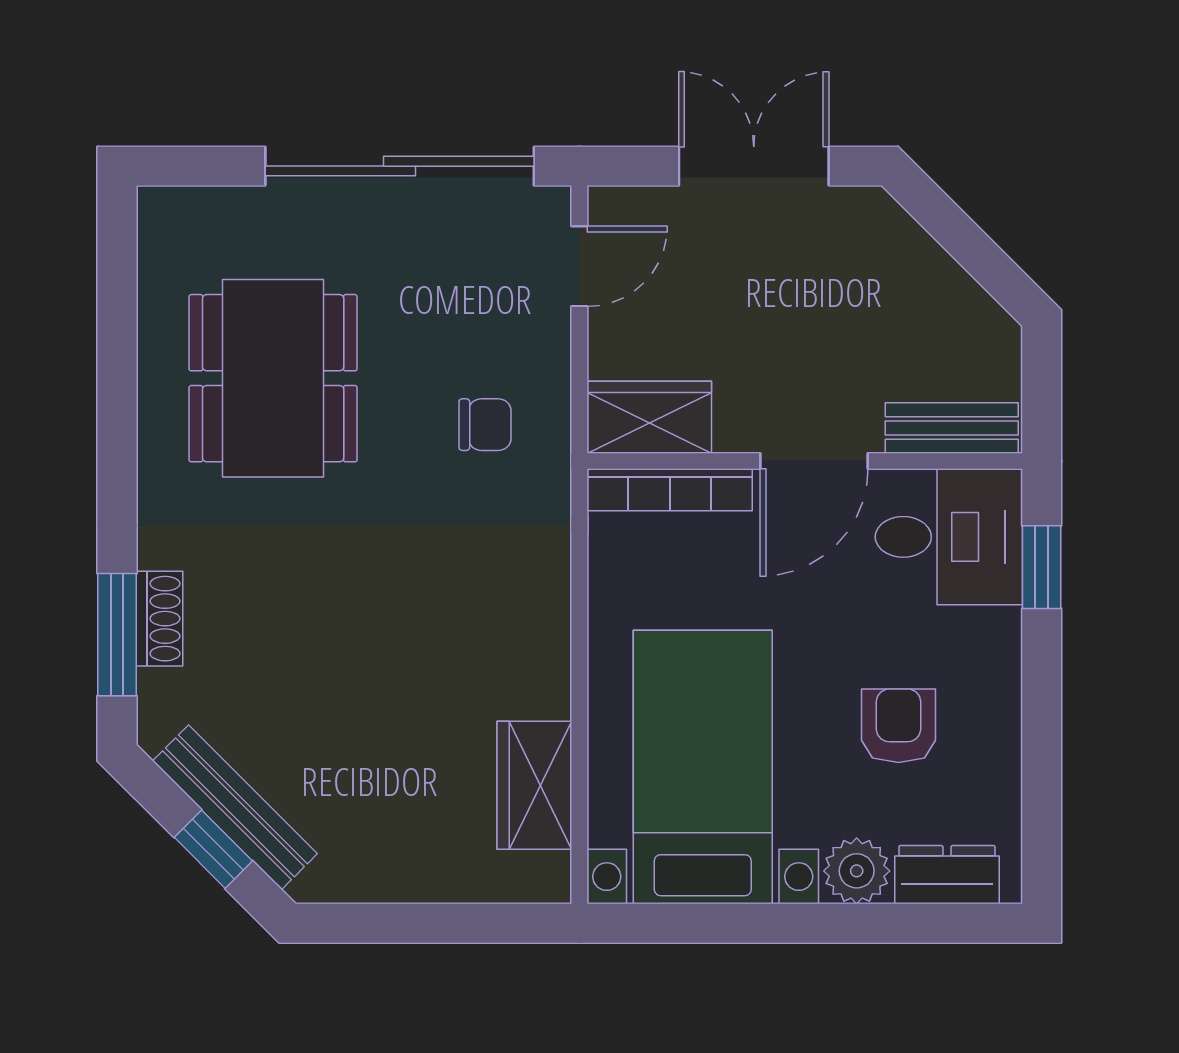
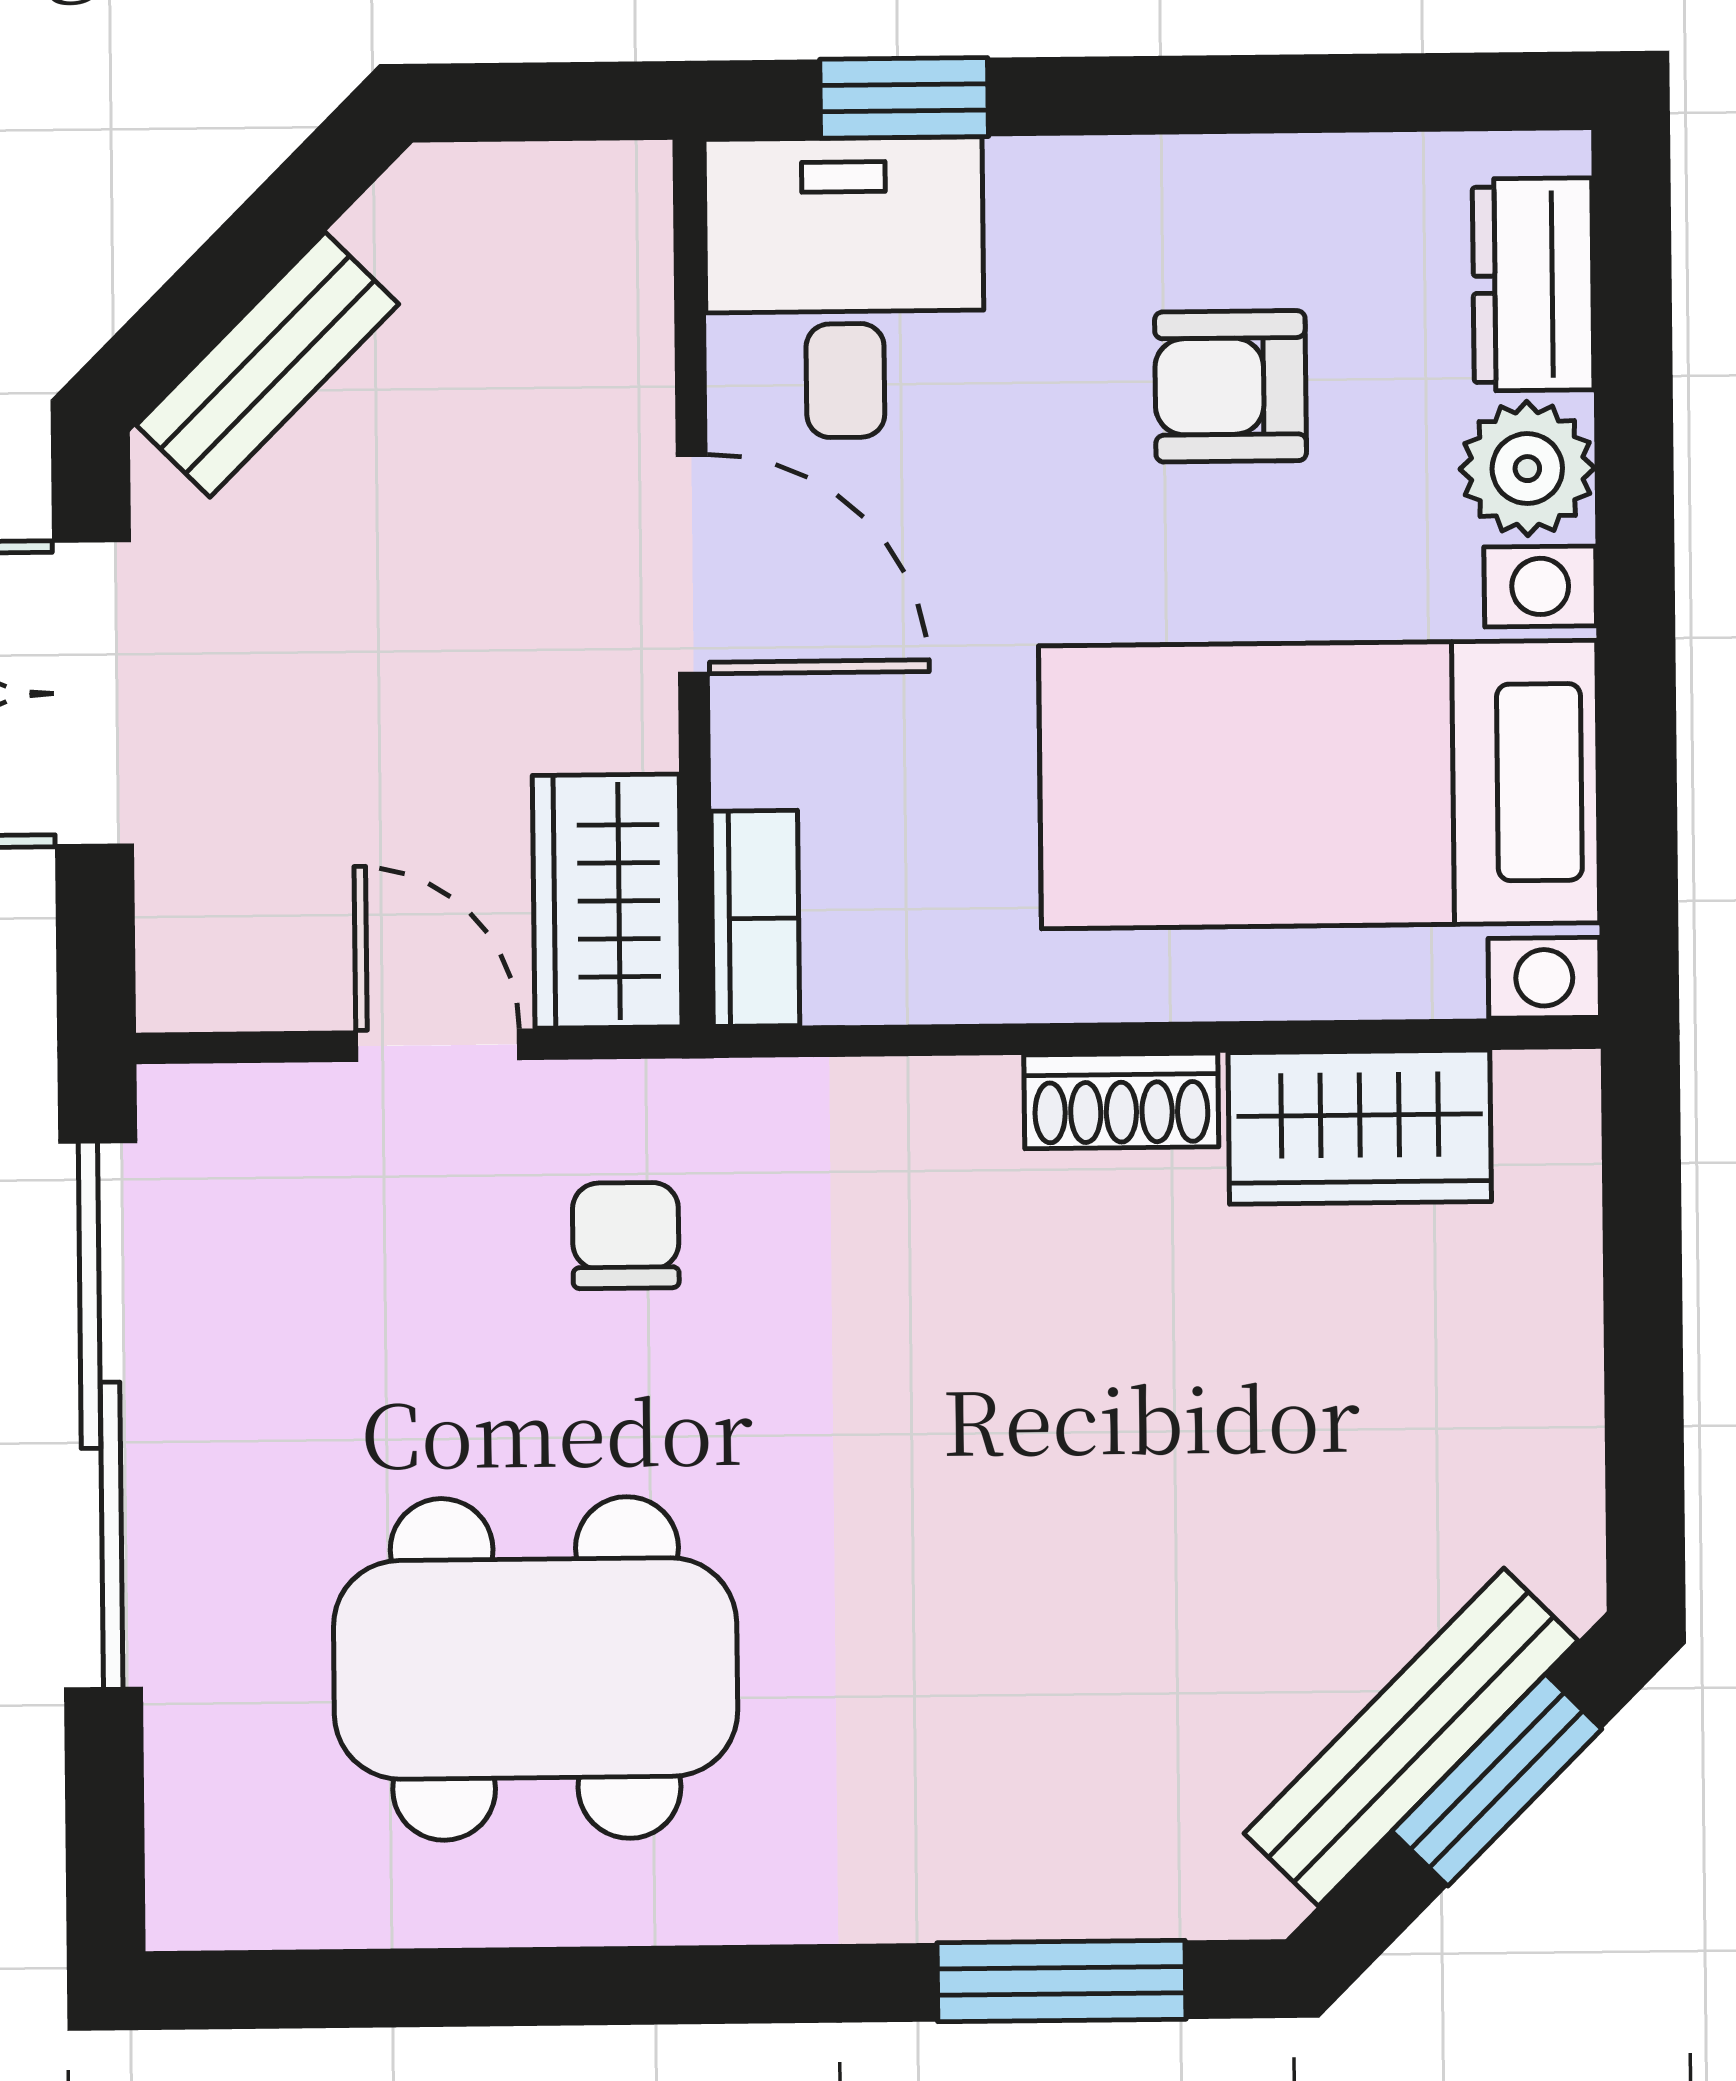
door: (579, 266) -> (438, 1045), moved
bench: (952, 428) -> (268, 365), moved, turned 45
bookcase: (670, 490) -> (755, 918), width x0.64
shoe rack: (159, 619) -> (1121, 1101), moved, turned 180
window: (213, 849) -> (1497, 1780), width x1.50

